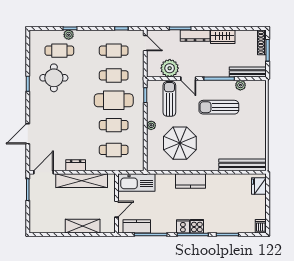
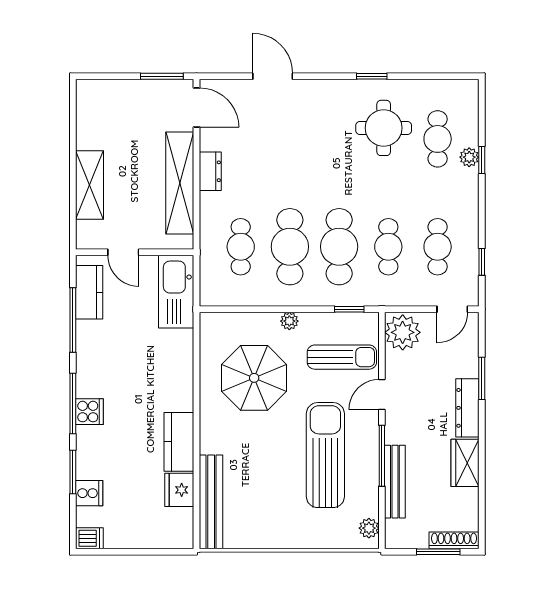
plant: (170, 68) -> (403, 332), moved
bench: (248, 72) -> (395, 482), moved
plant: (240, 85) -> (369, 528), moved
sun lounger: (219, 107) -> (325, 455), width x1.36, depth x1.34
cafe table: (114, 125) -> (290, 247), width x1.37, depth x1.35
kitchen counter: (190, 181) -> (179, 442), moved
fridge: (259, 186) -> (179, 490), moved, turned -90
cooker: (183, 226) -> (89, 493), moved

